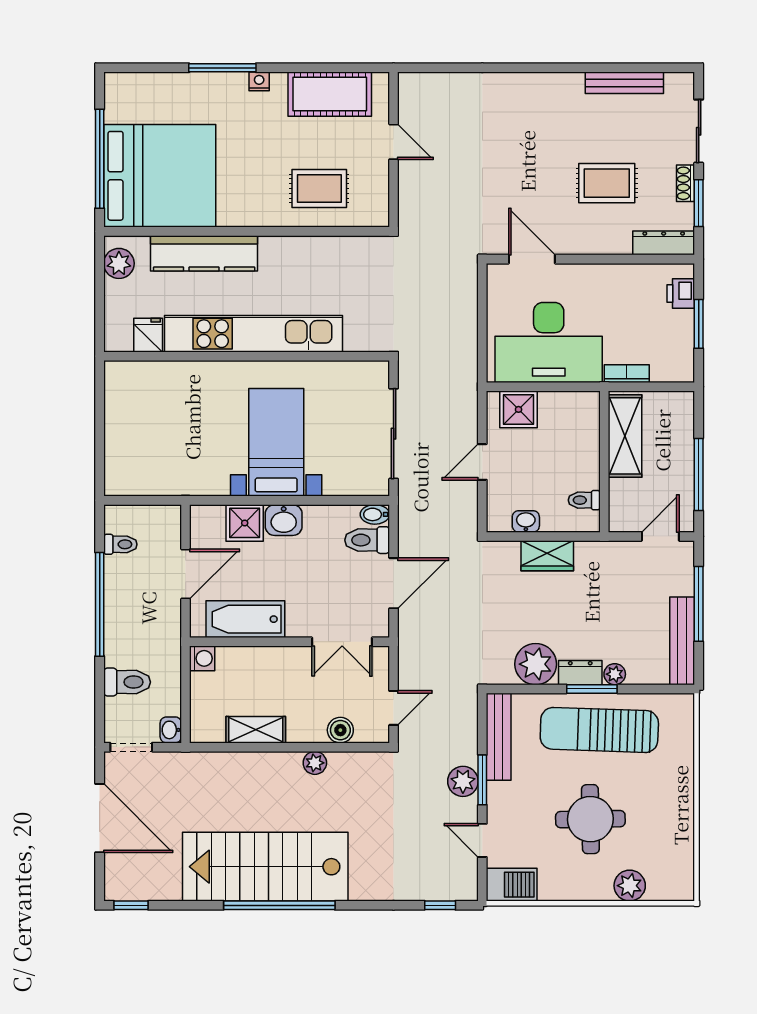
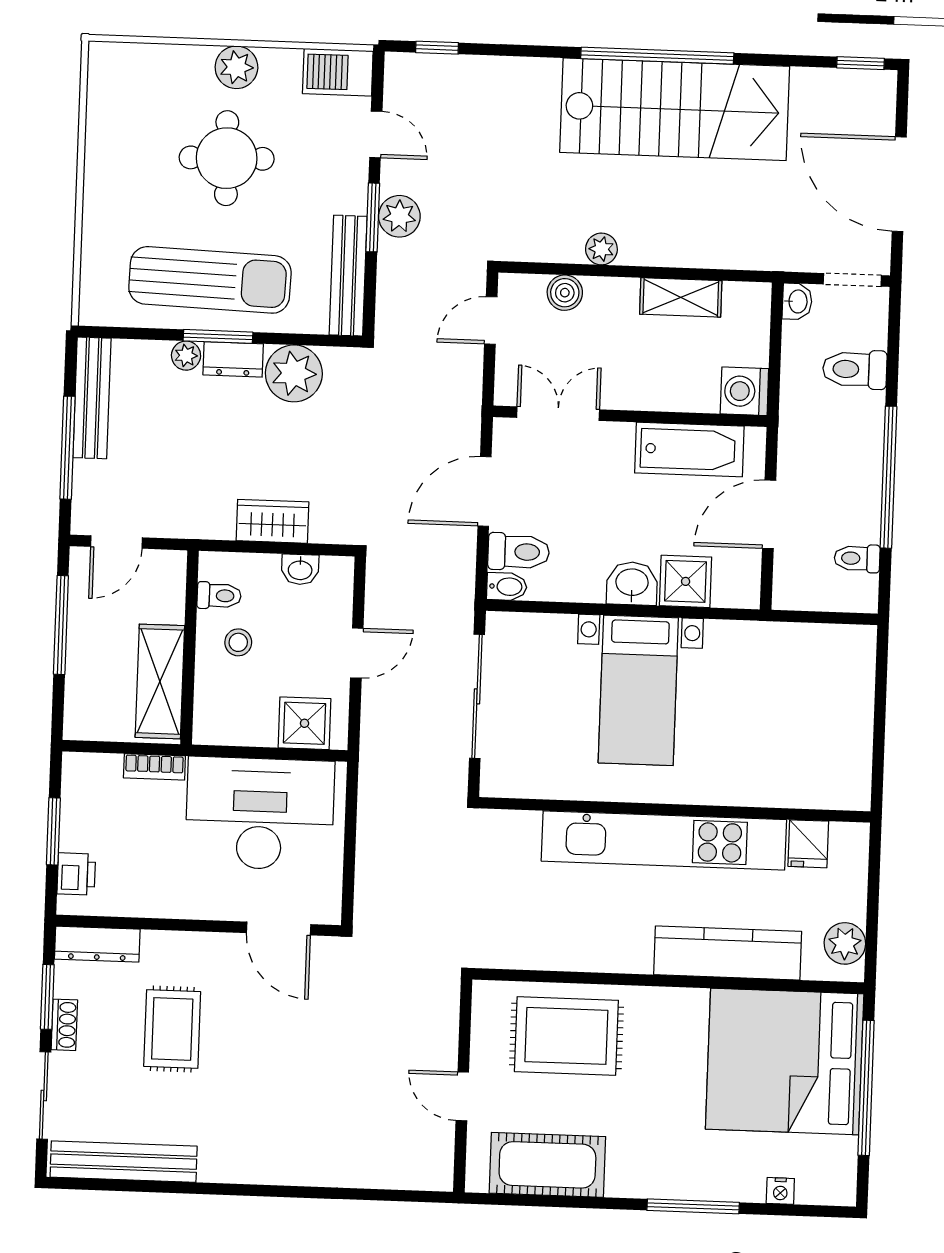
nightstand: (259, 81) -> (780, 1191), moved
bench: (624, 83) -> (124, 1162), width x1.37, depth x1.21
rug: (607, 183) -> (172, 1029), turned 90
rug: (319, 189) -> (566, 1036), width x1.36, depth x1.43
stool: (569, 467) -> (238, 642), added
washing machine: (202, 658) -> (744, 391), width x1.38, depth x1.38
plant: (630, 886) -> (236, 67), moved

